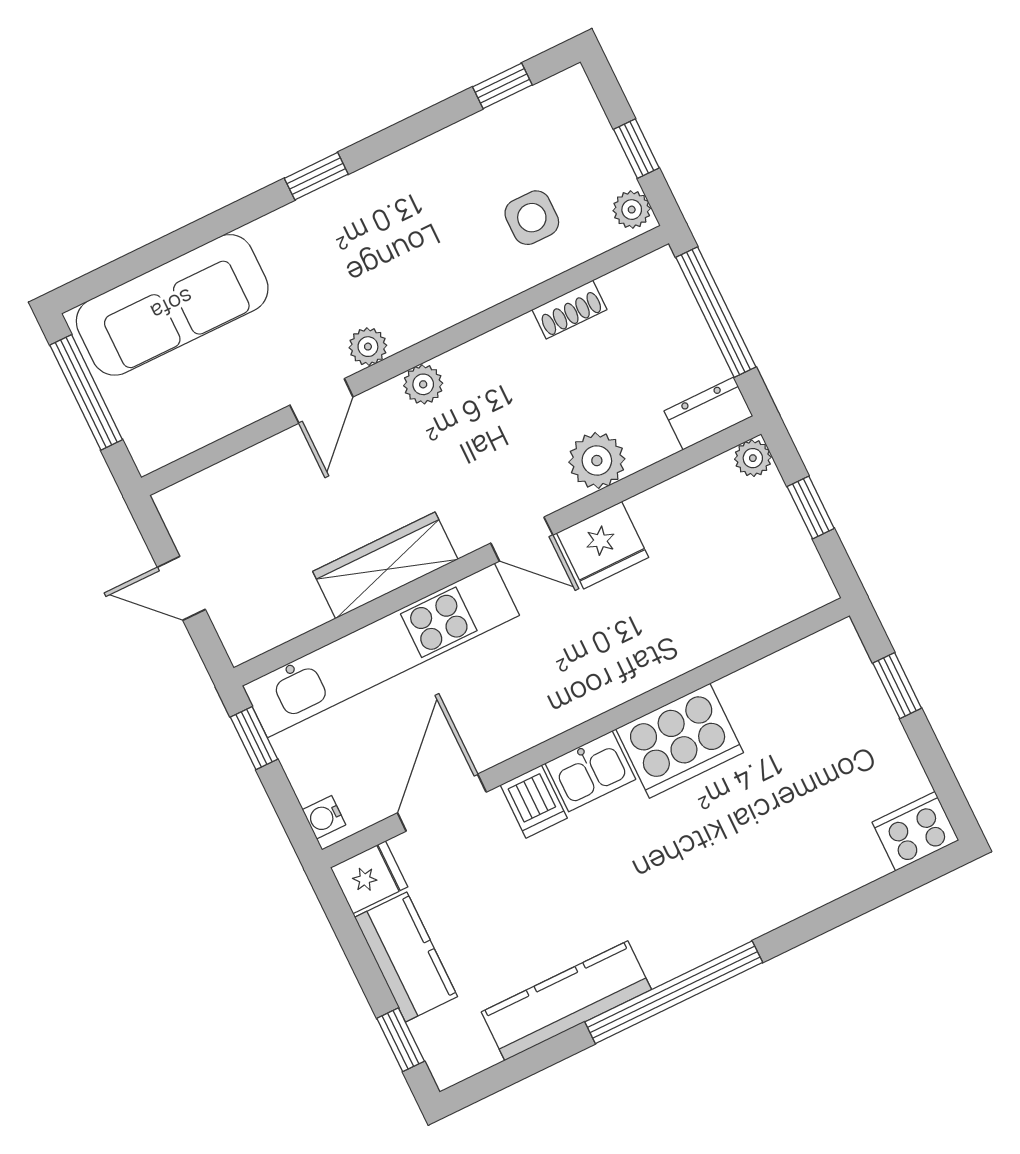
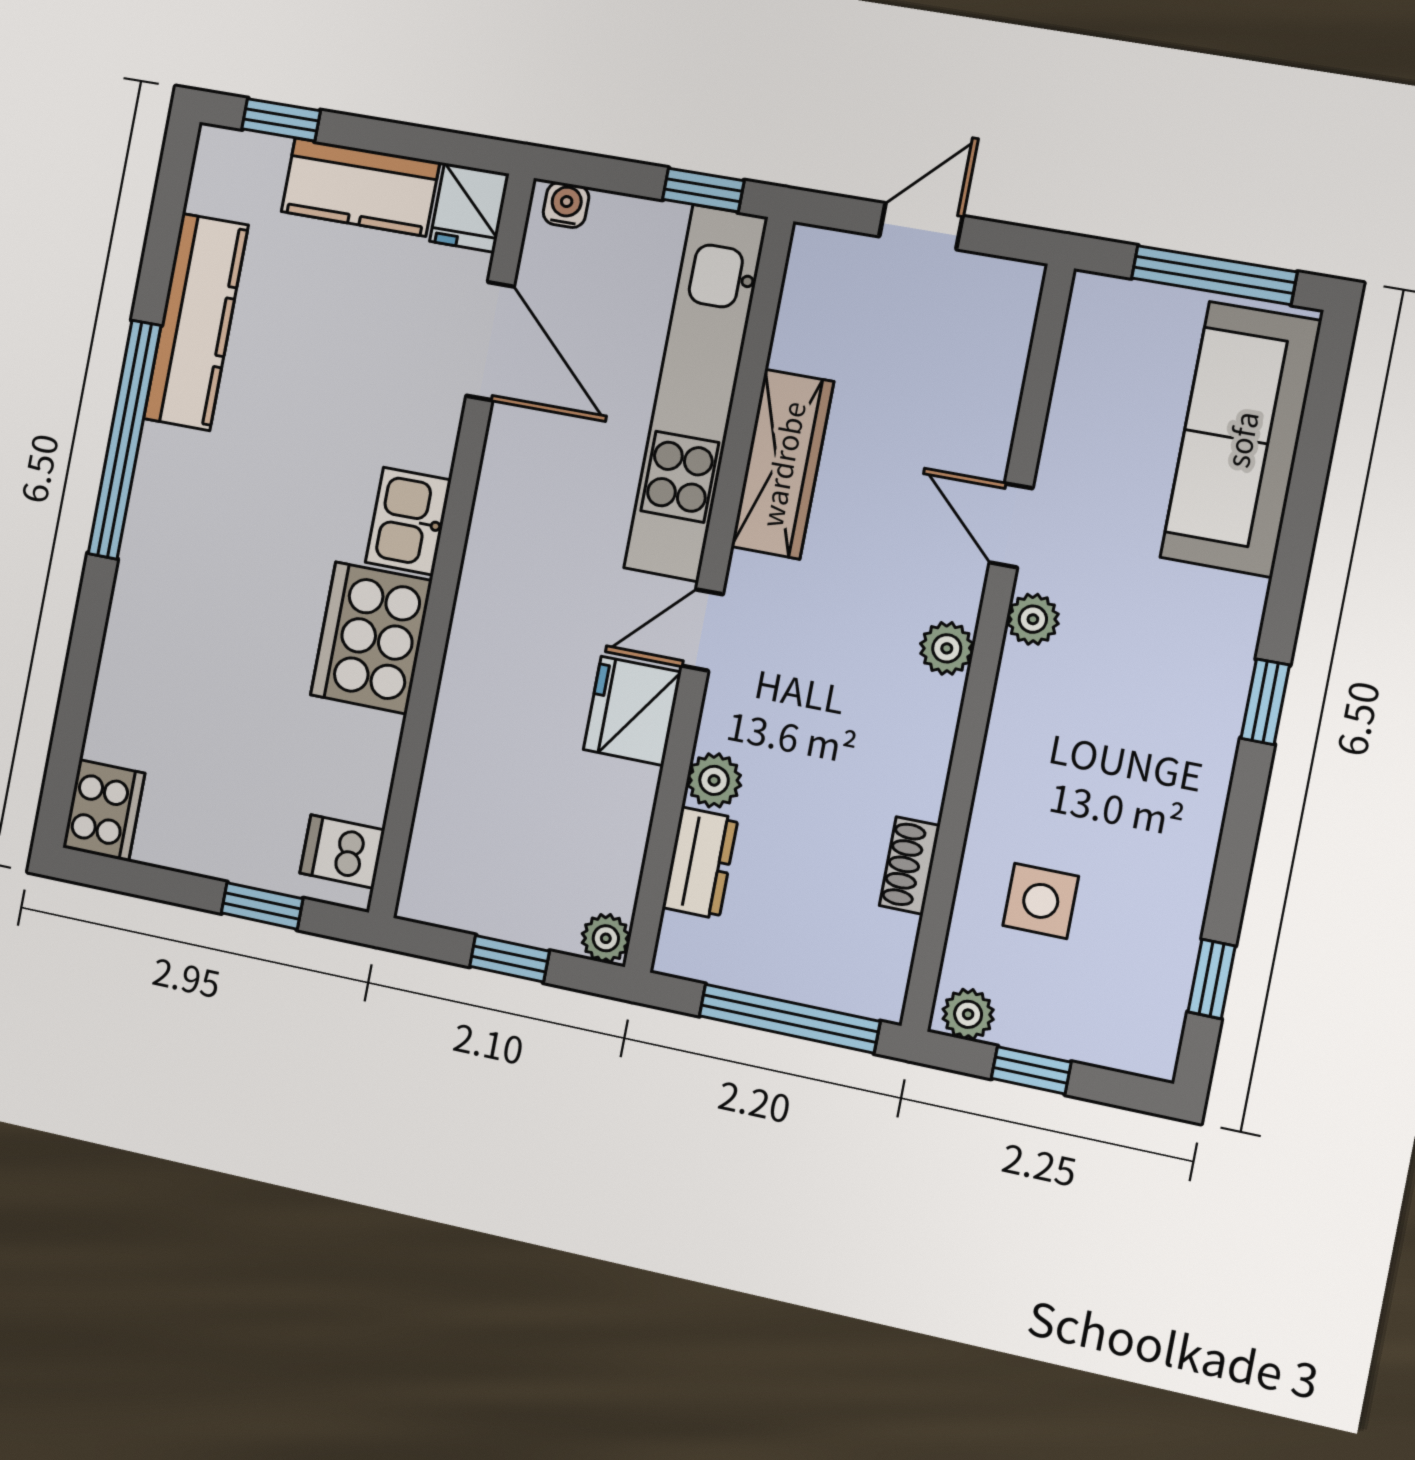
dresser: (708, 413) -> (700, 863), moved
plant: (597, 461) -> (714, 780), width x0.73, depth x0.73
dishwasher: (534, 802) -> (342, 852), moved

